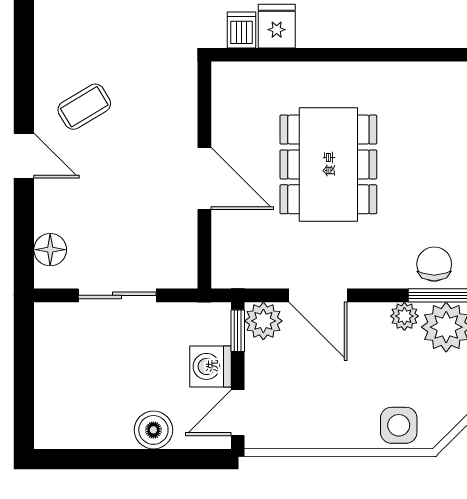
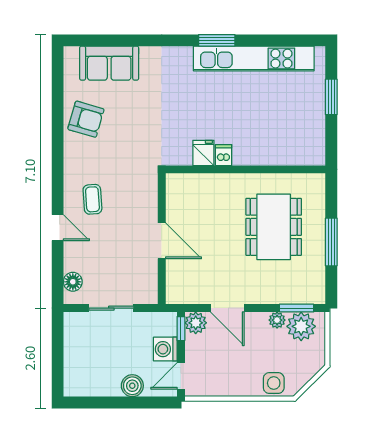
dishwasher: (242, 30) -> (224, 155), moved
coffee table: (84, 107) -> (92, 199), turned -63
dining table: (328, 164) -> (274, 227), moved
chair: (434, 264) -> (294, 290), removed

